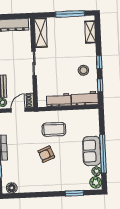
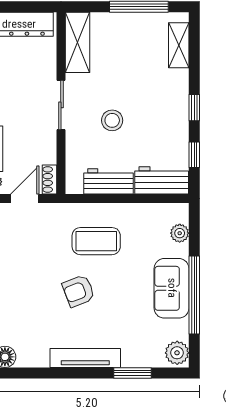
stool: (83, 70) -> (112, 120), moved
plant: (97, 171) -> (180, 233), moved
tv unit: (51, 187) -> (85, 358), added

